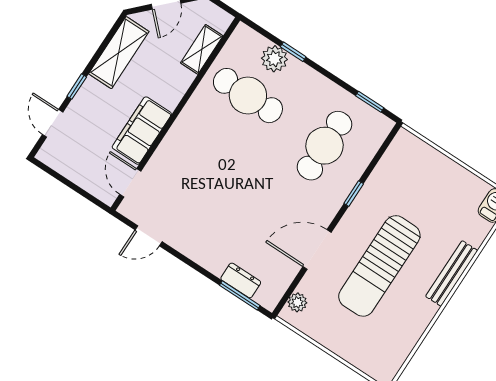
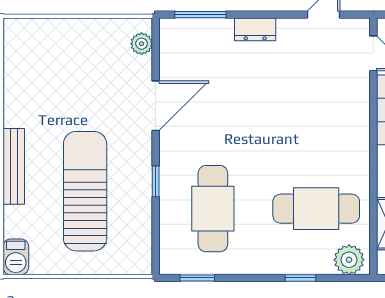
plant: (274, 59) -> (349, 260), moved
sun lounger: (379, 266) -> (85, 191), moved
dresser: (241, 280) -> (255, 29), moved

